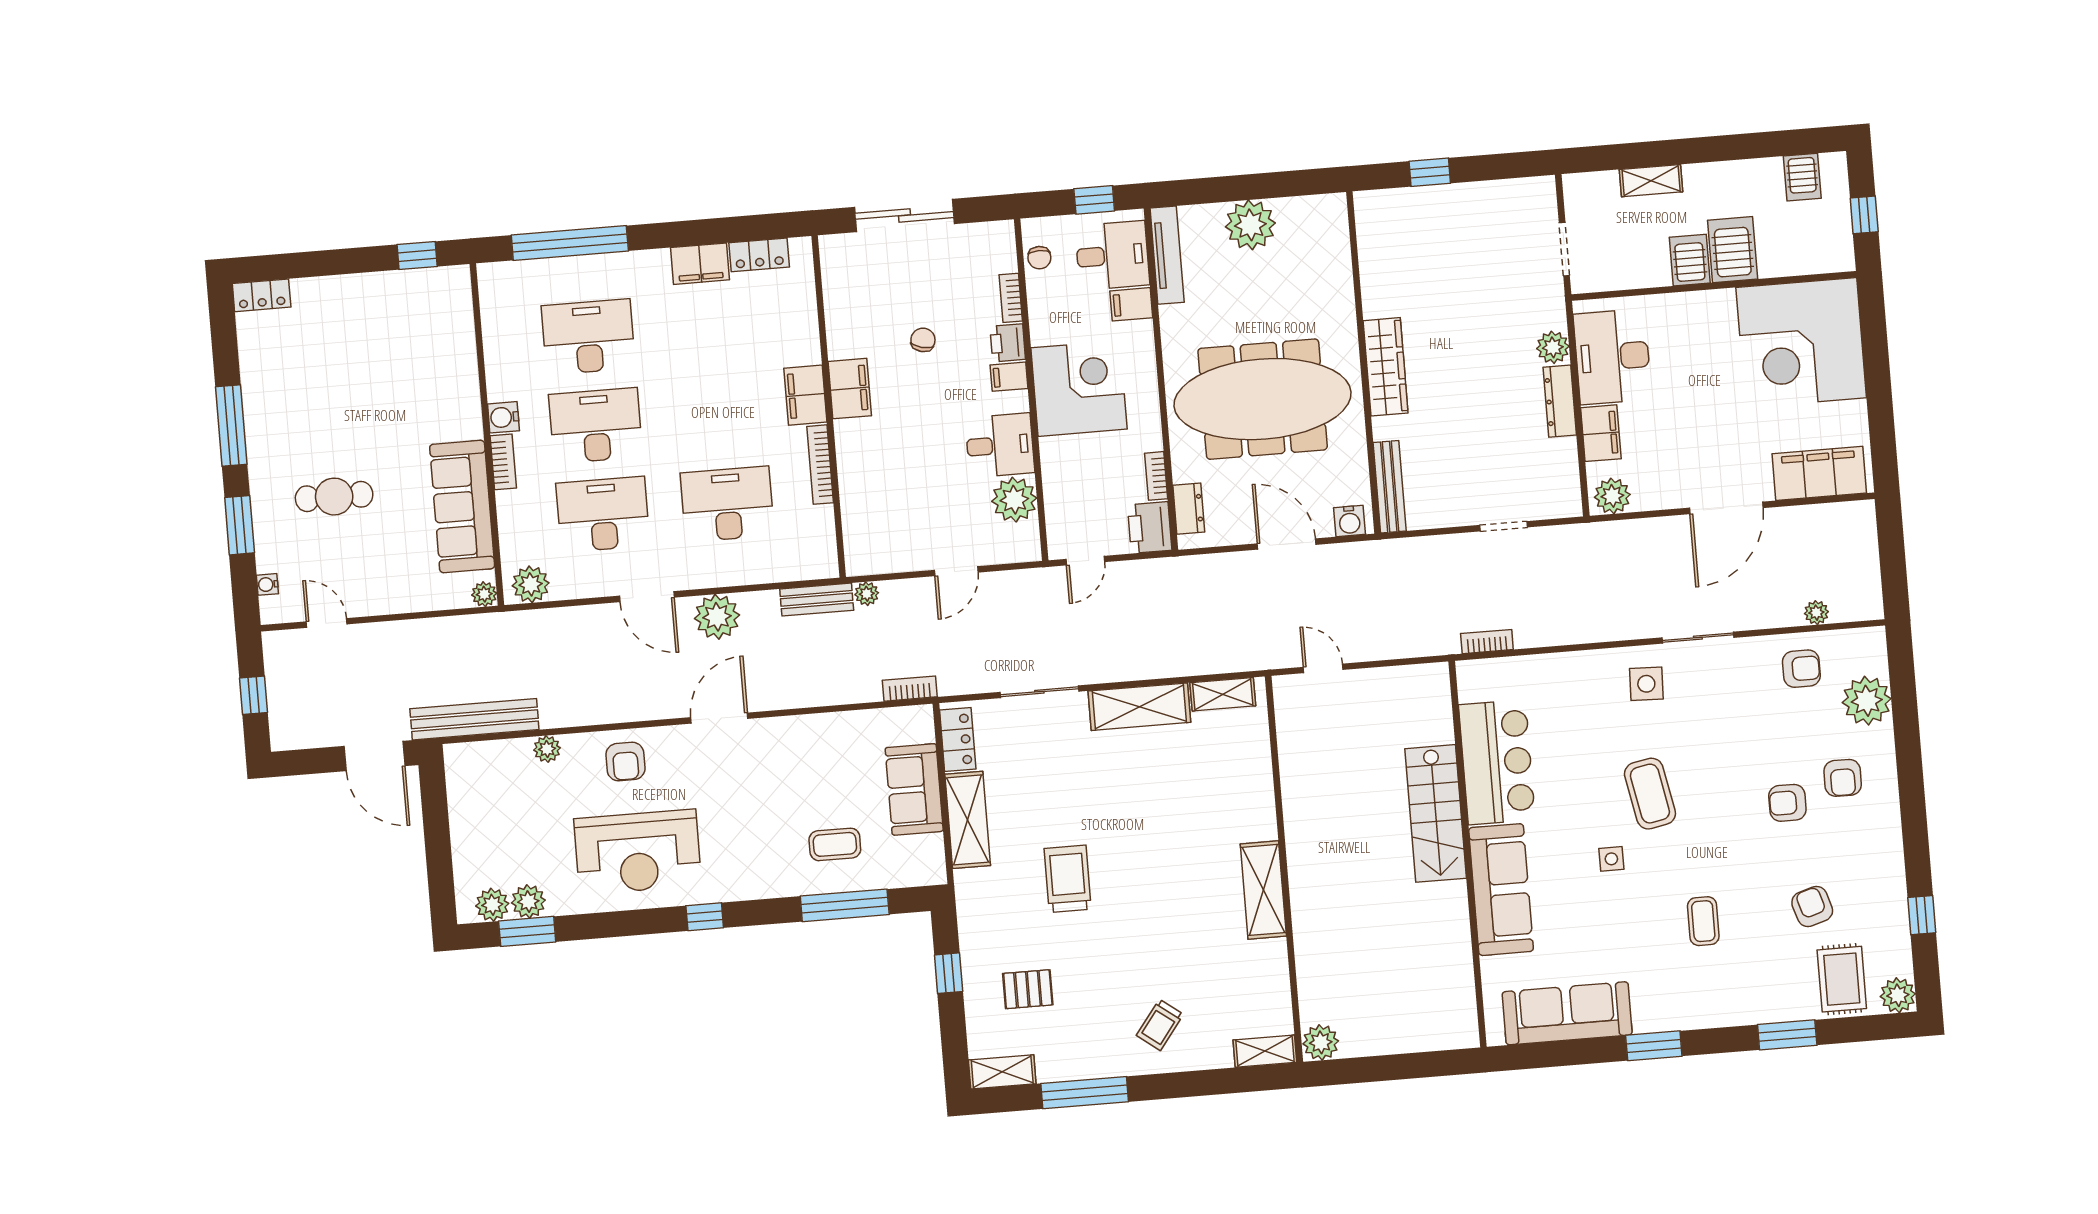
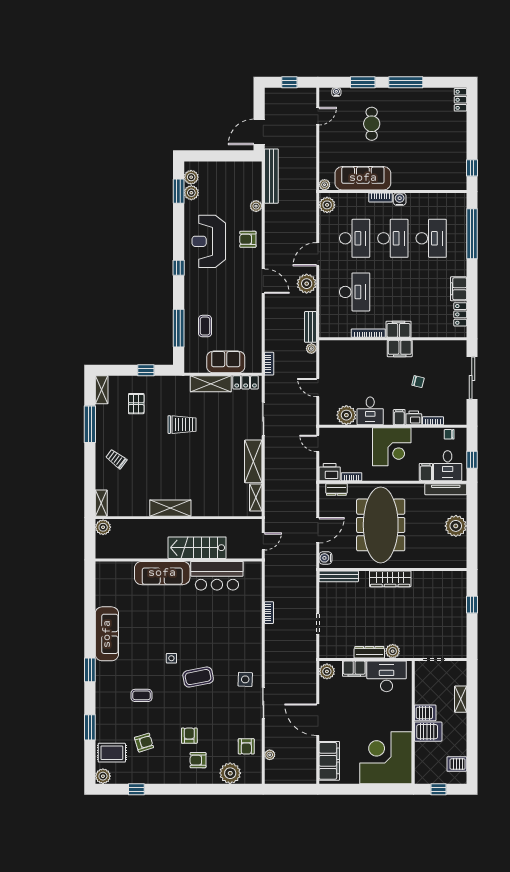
bar counter: (1497, 762) -> (217, 576), moved
stairs: (1436, 813) -> (197, 548), moved
wall: (1468, 854) -> (179, 560), moved
sofa: (1501, 890) -> (162, 573), moved

